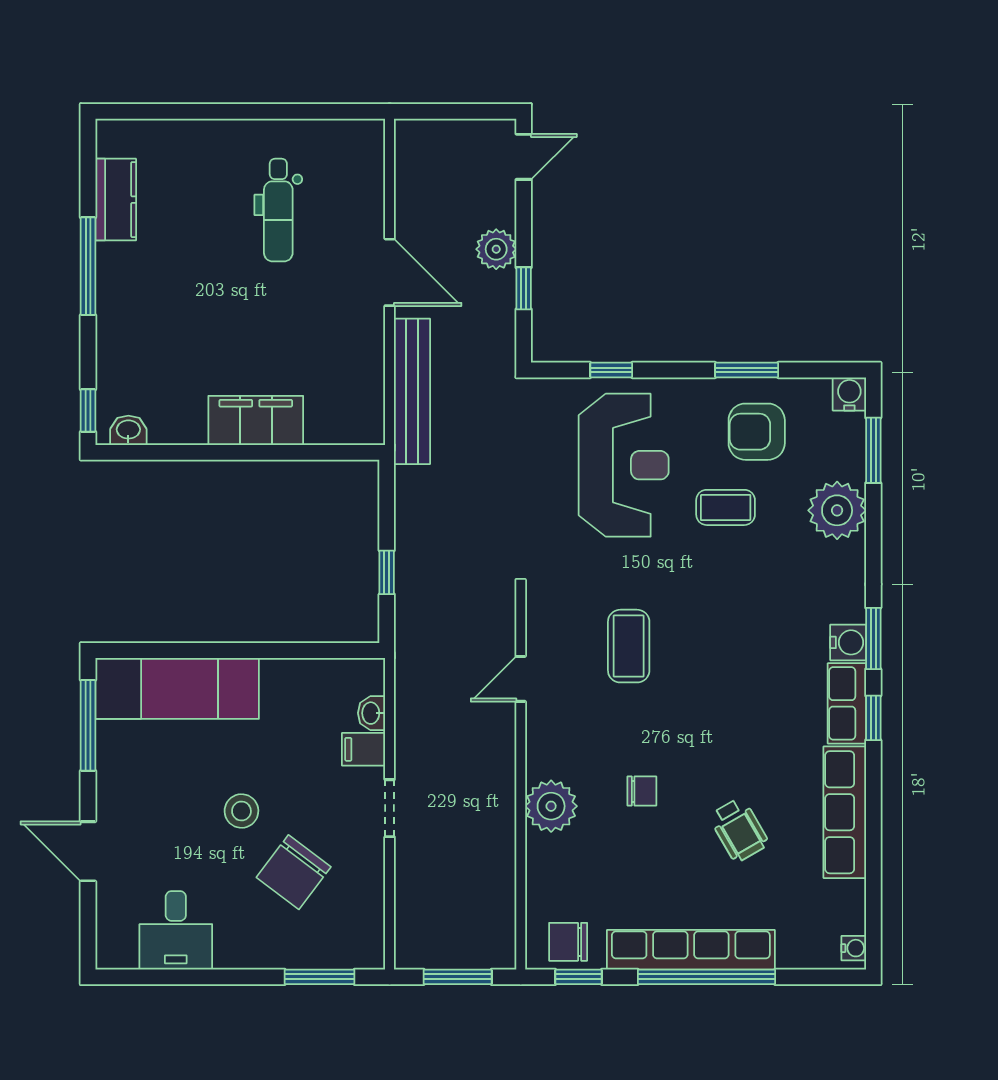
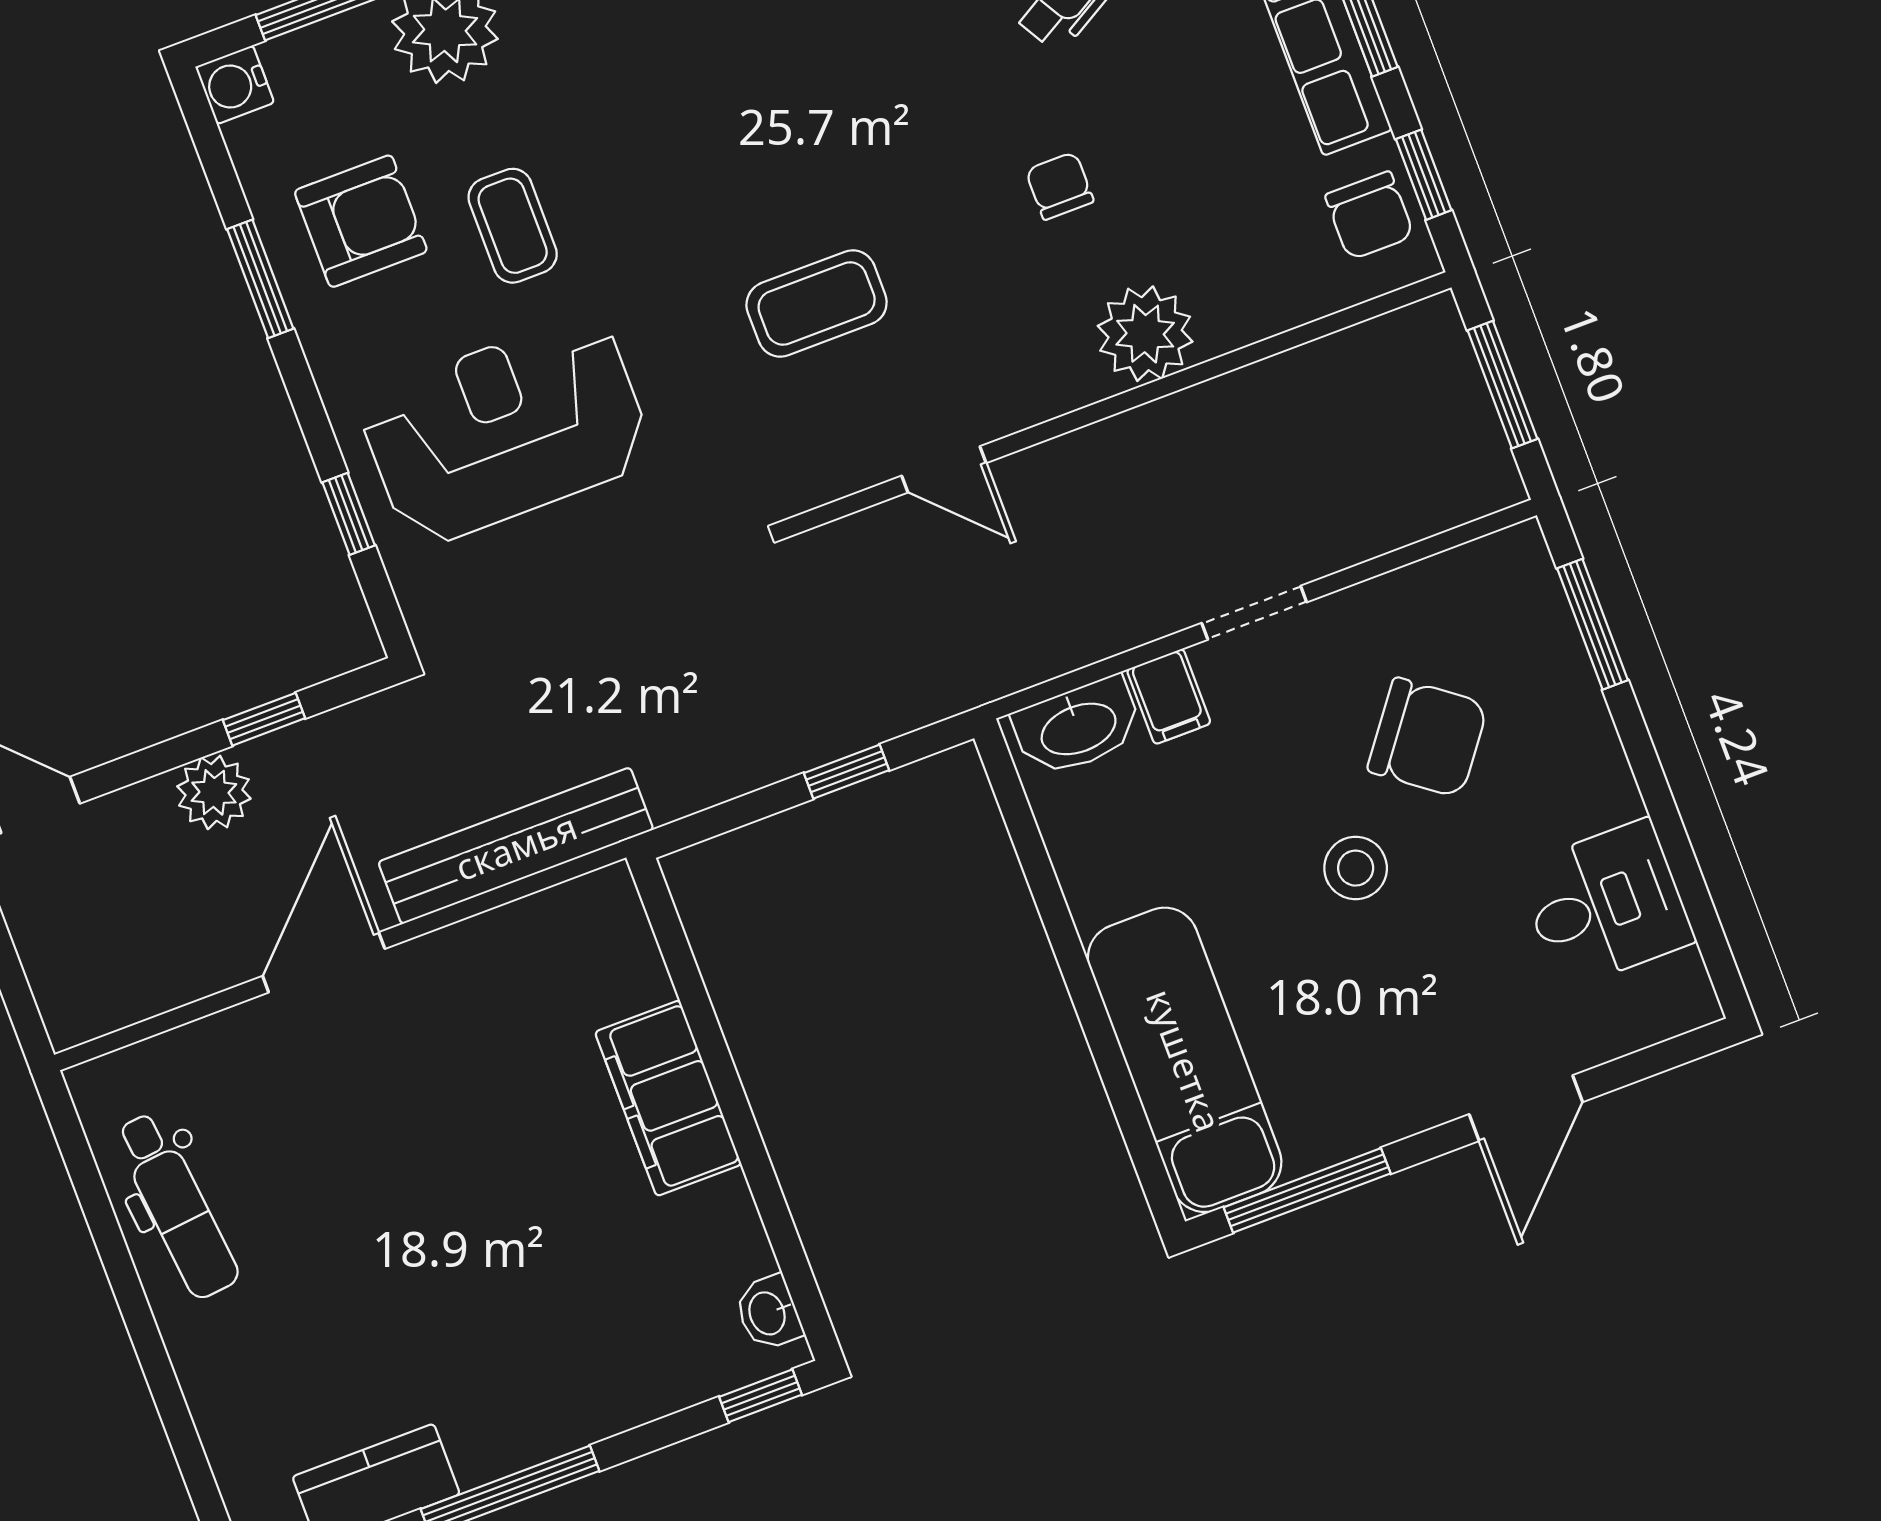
dental chair: (278, 210) -> (177, 1205), moved, turned 84
armchair: (757, 432) -> (361, 221), turned -90
washbasin: (372, 713) -> (1078, 727), width x1.91, depth x1.45

